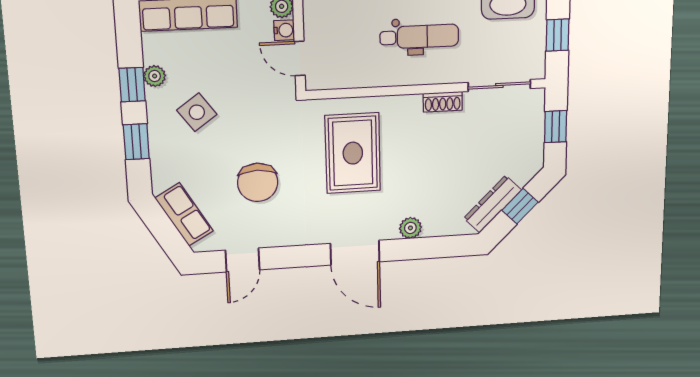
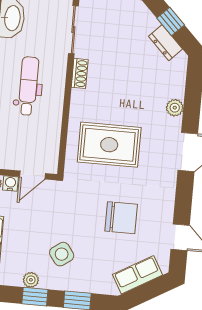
dresser: (493, 204) -> (166, 43), width x0.70

